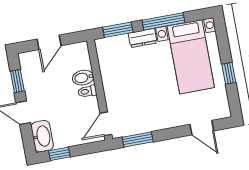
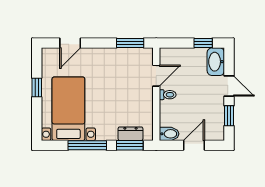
dresser: (143, 38) -> (130, 134), moved
bidet: (83, 78) -> (169, 134), moved
door: (106, 124) -> (156, 76), moved
door: (202, 128) -> (70, 43), swing flipped

